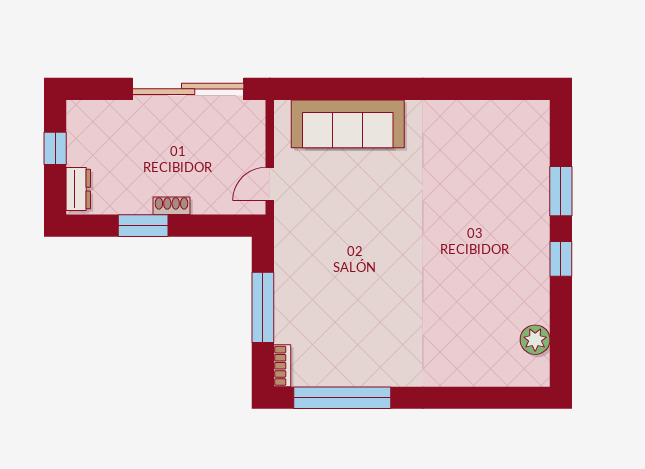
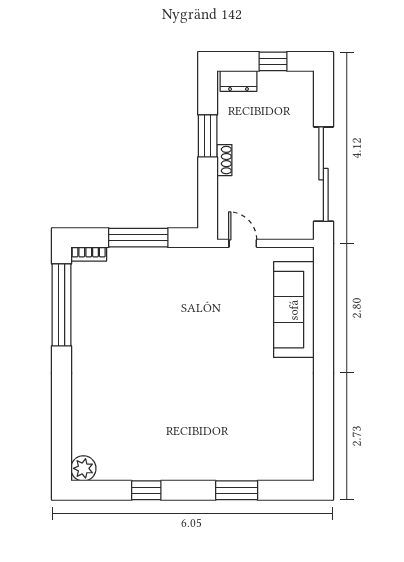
window: (561, 259) -> (146, 490), moved
plant: (535, 340) -> (83, 468), moved

